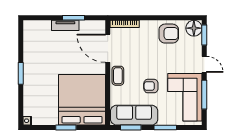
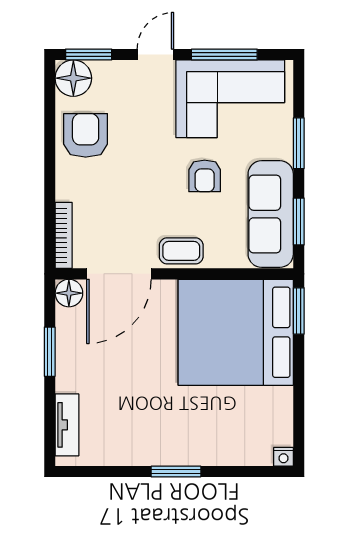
tv unit: (65, 25) -> (67, 425), moved
floor lamp: (99, 26) -> (69, 293), added
window: (66, 127) -> (299, 311), moved

